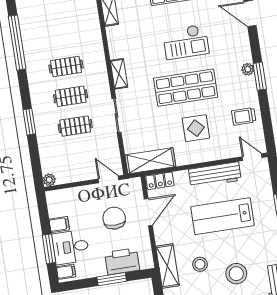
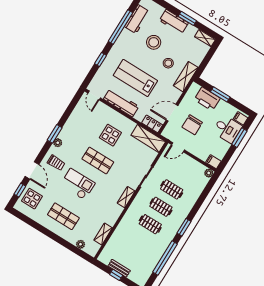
shop shelf: (186, 88) -> (98, 161), width x0.70, depth x0.74
trolley: (244, 116) -> (56, 163), moved
window: (29, 122) -> (184, 227), moved
door: (109, 179) -> (178, 147), hinge flipped
lab bench: (223, 216) -> (135, 78), turned 180
filing cabinet: (59, 224) -> (213, 162), moved

